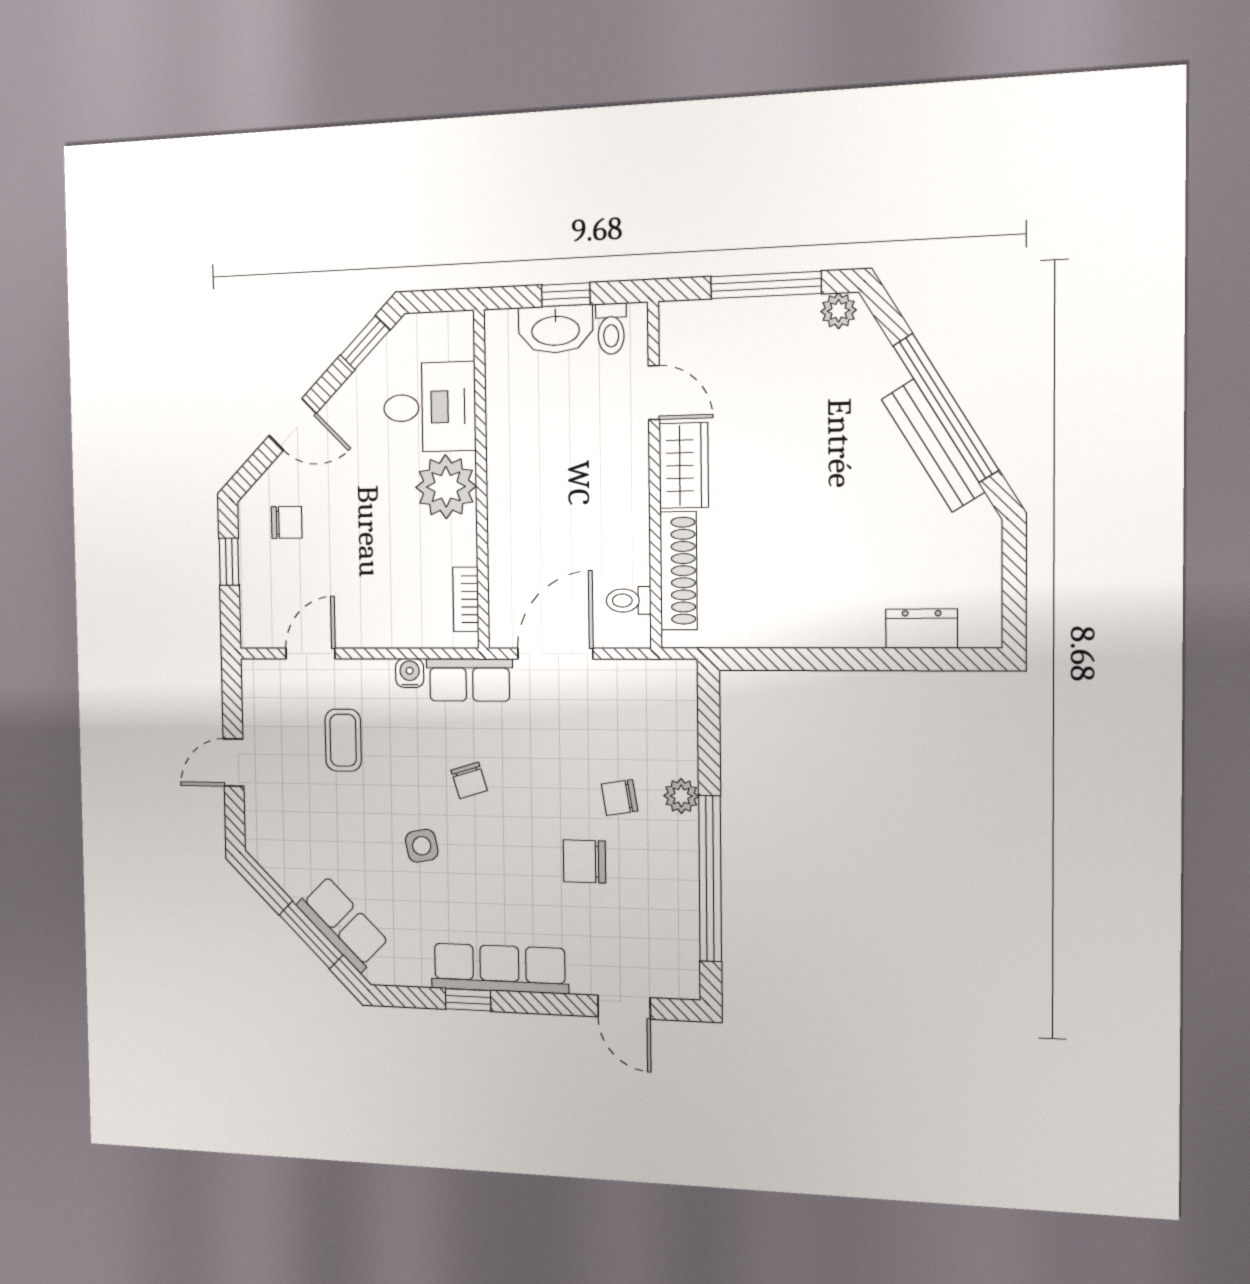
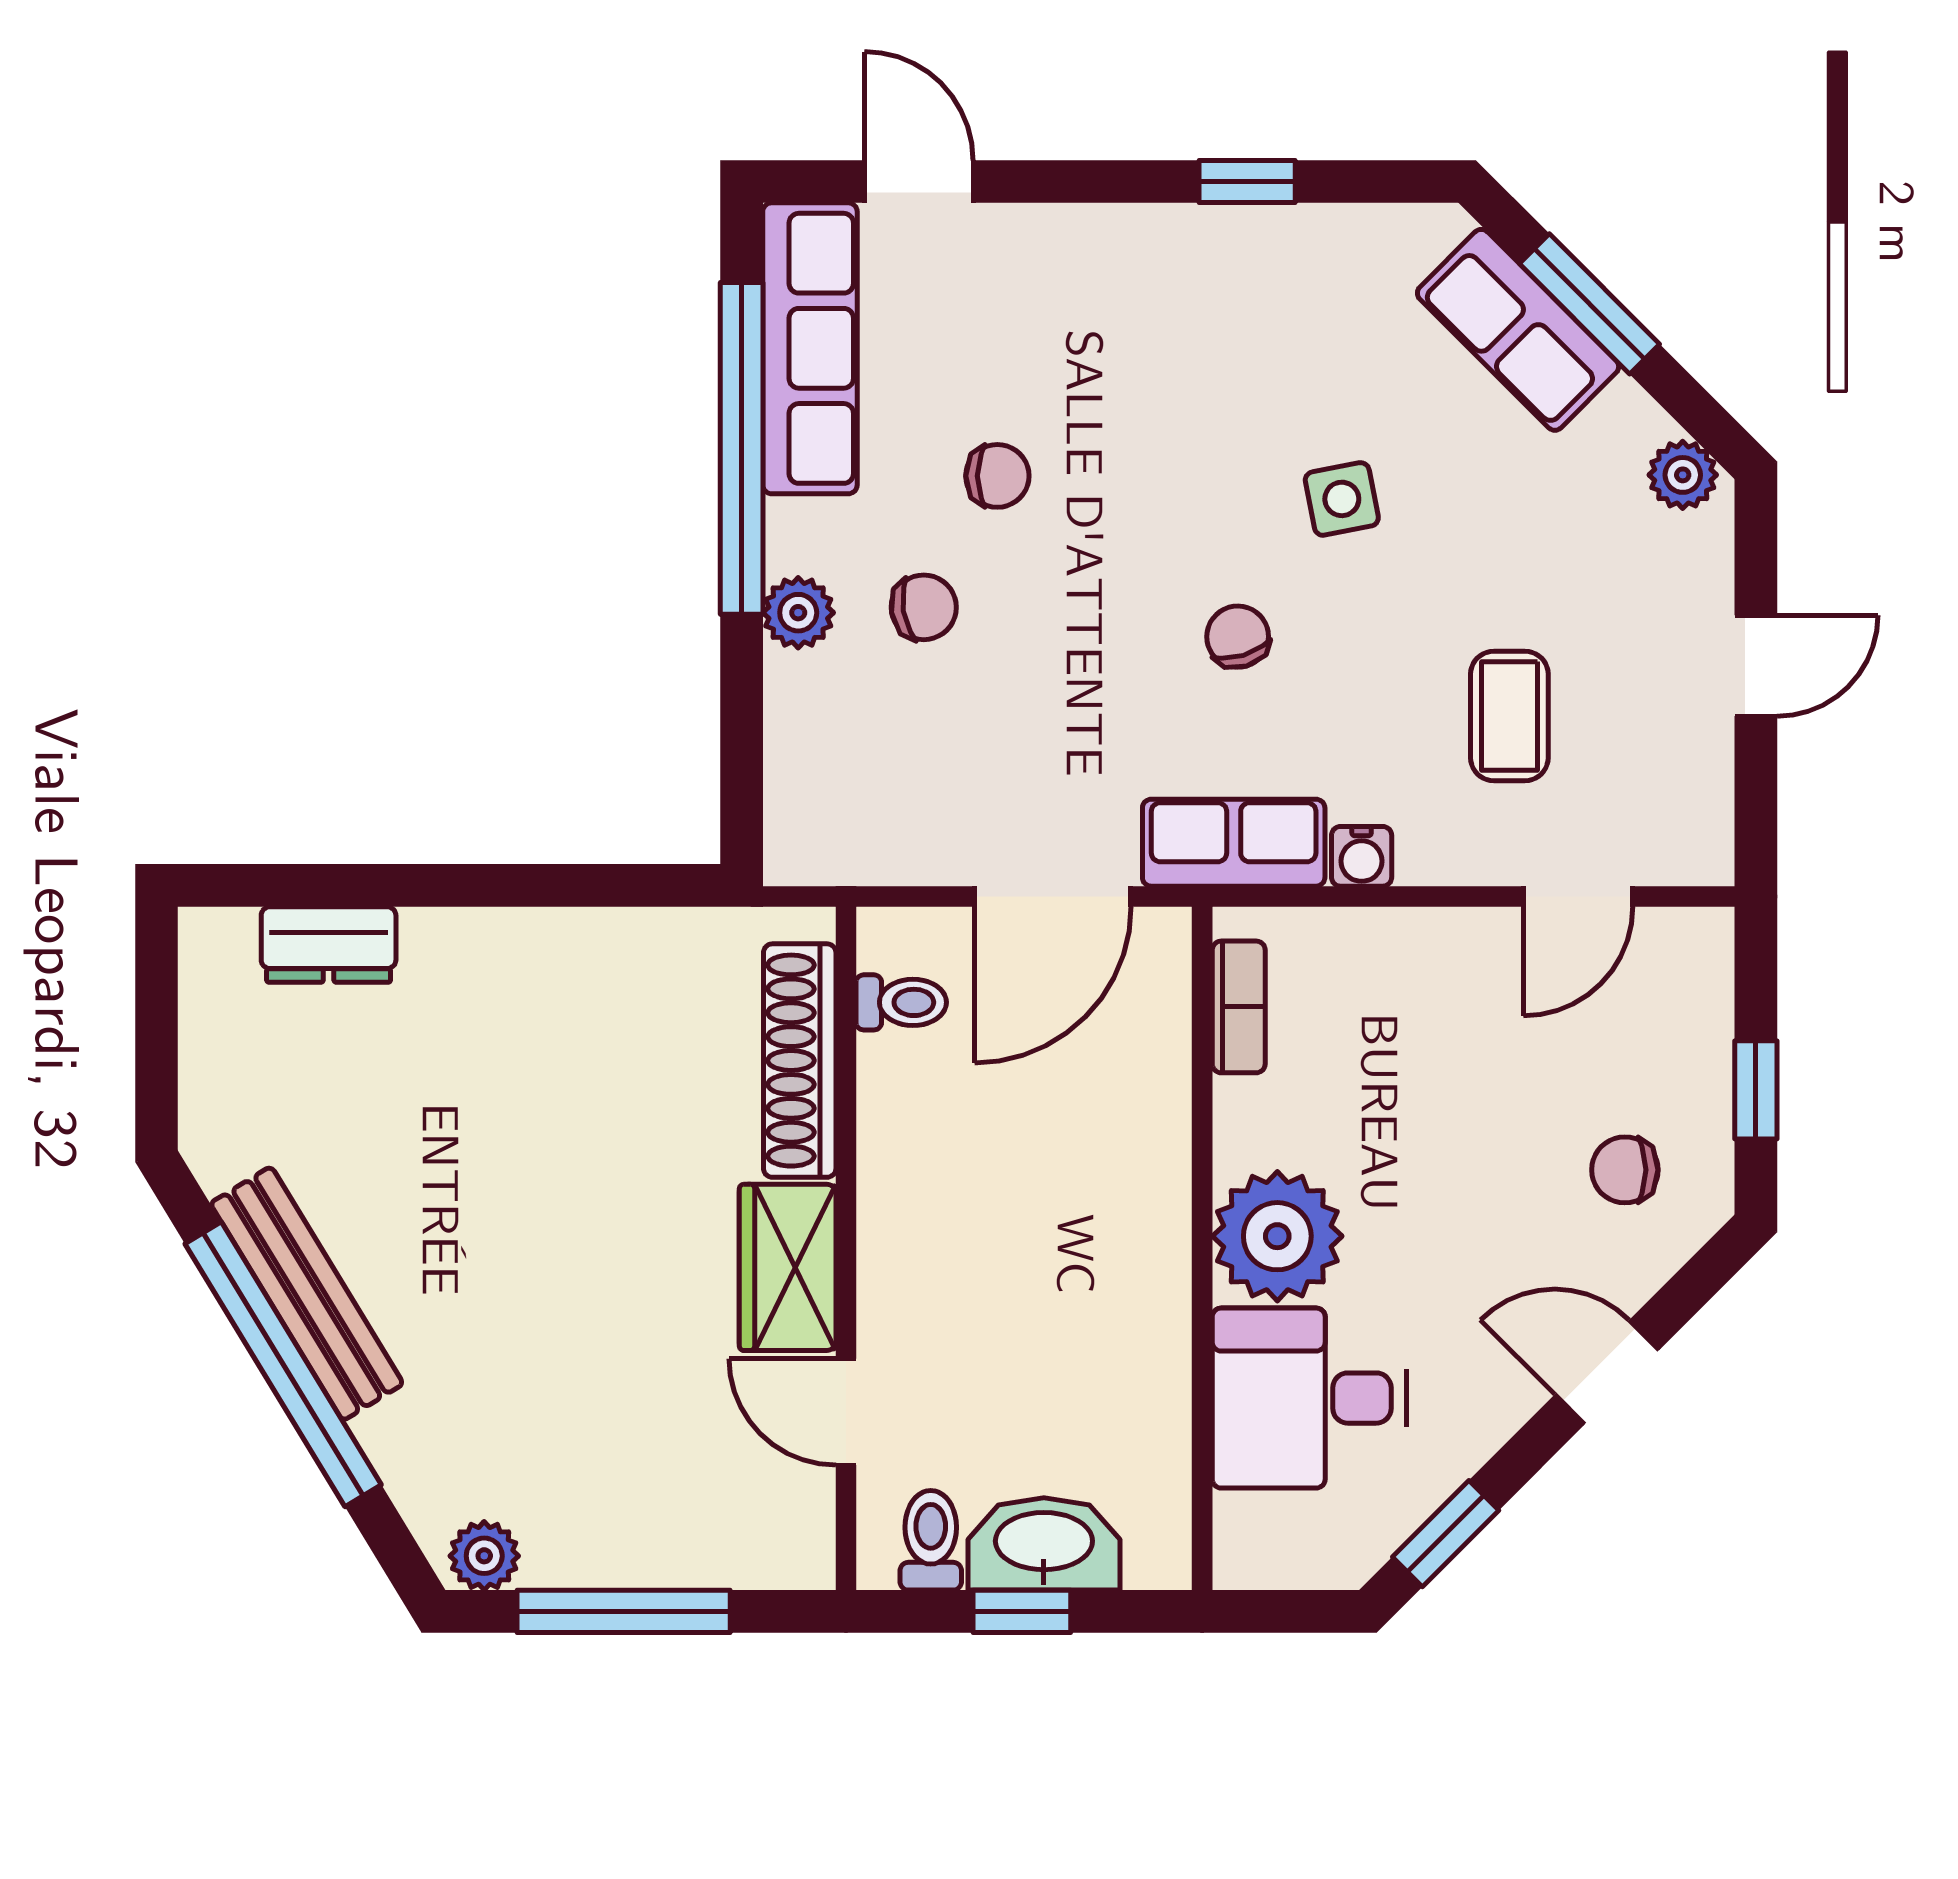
plant: (268, 853) -> (1683, 475), added
chair: (584, 861) -> (997, 476), width x0.73, depth x0.73
row of seats: (499, 968) -> (810, 348), moved, turned -90

